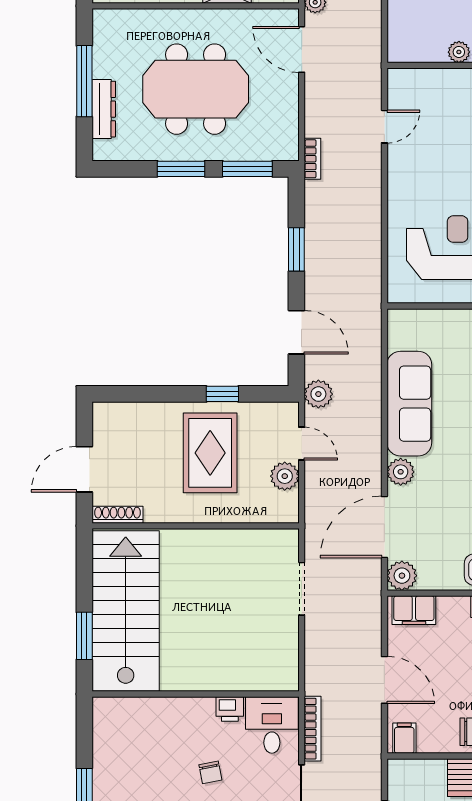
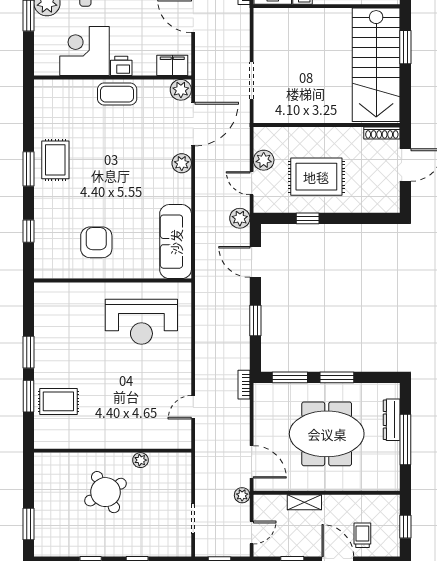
sofa: (409, 404) -> (176, 242), moved
rug: (210, 453) -> (316, 177), turned 90

